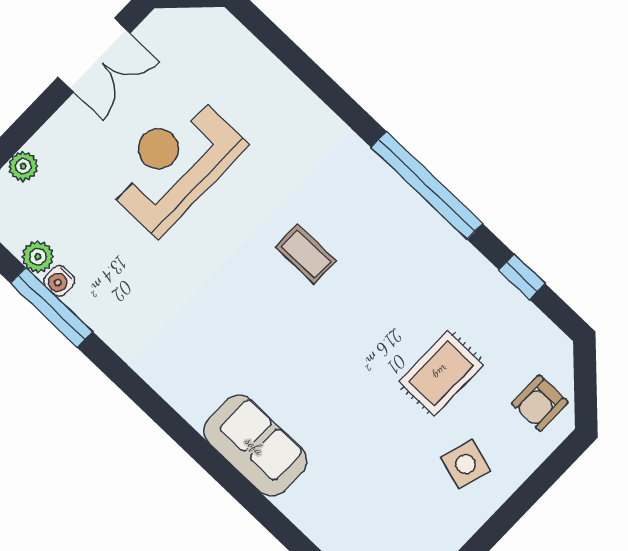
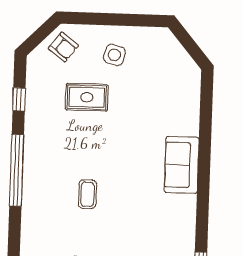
armchair: (540, 403) -> (63, 47), turned 38
sofa: (255, 446) -> (182, 165), moved

